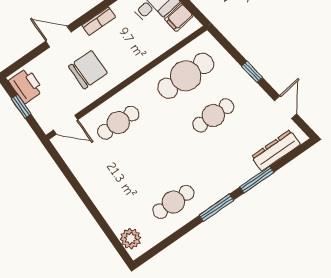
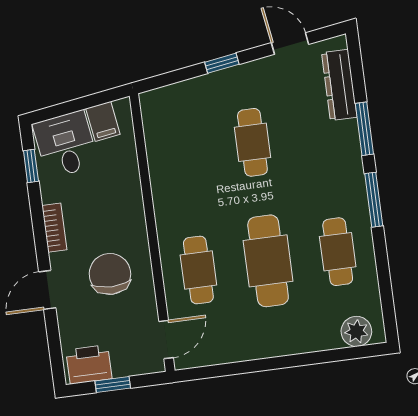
cafe table: (186, 76) -> (268, 261), moved

